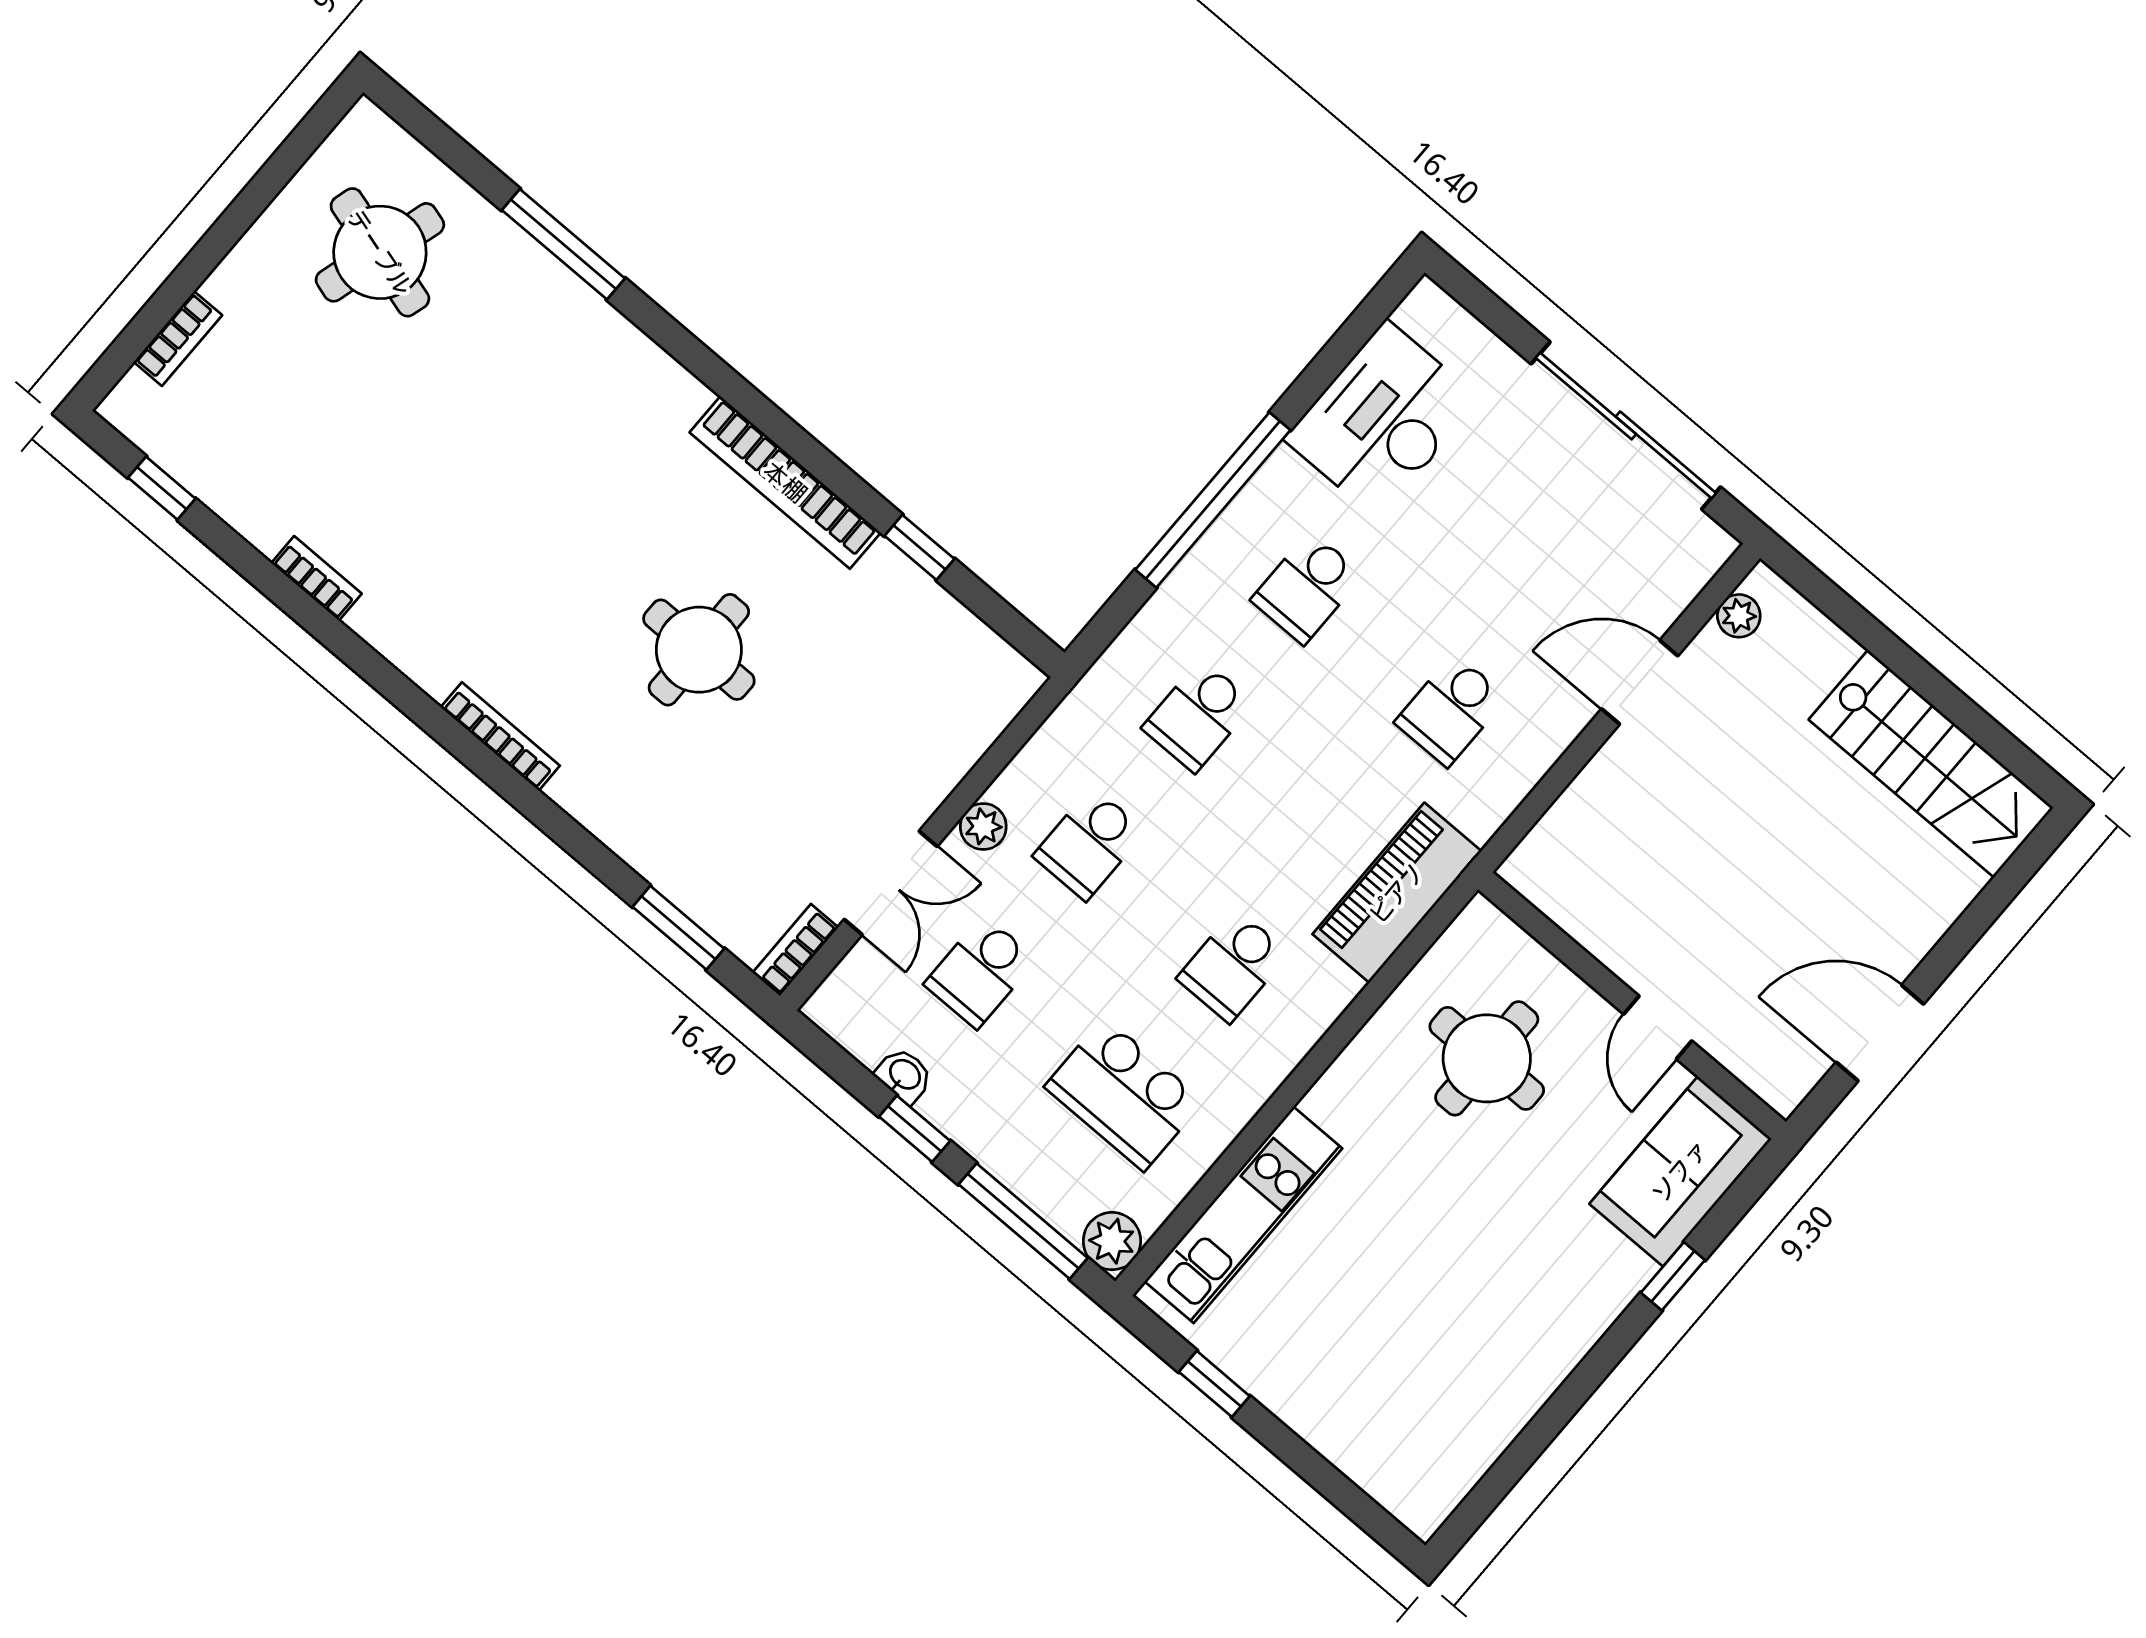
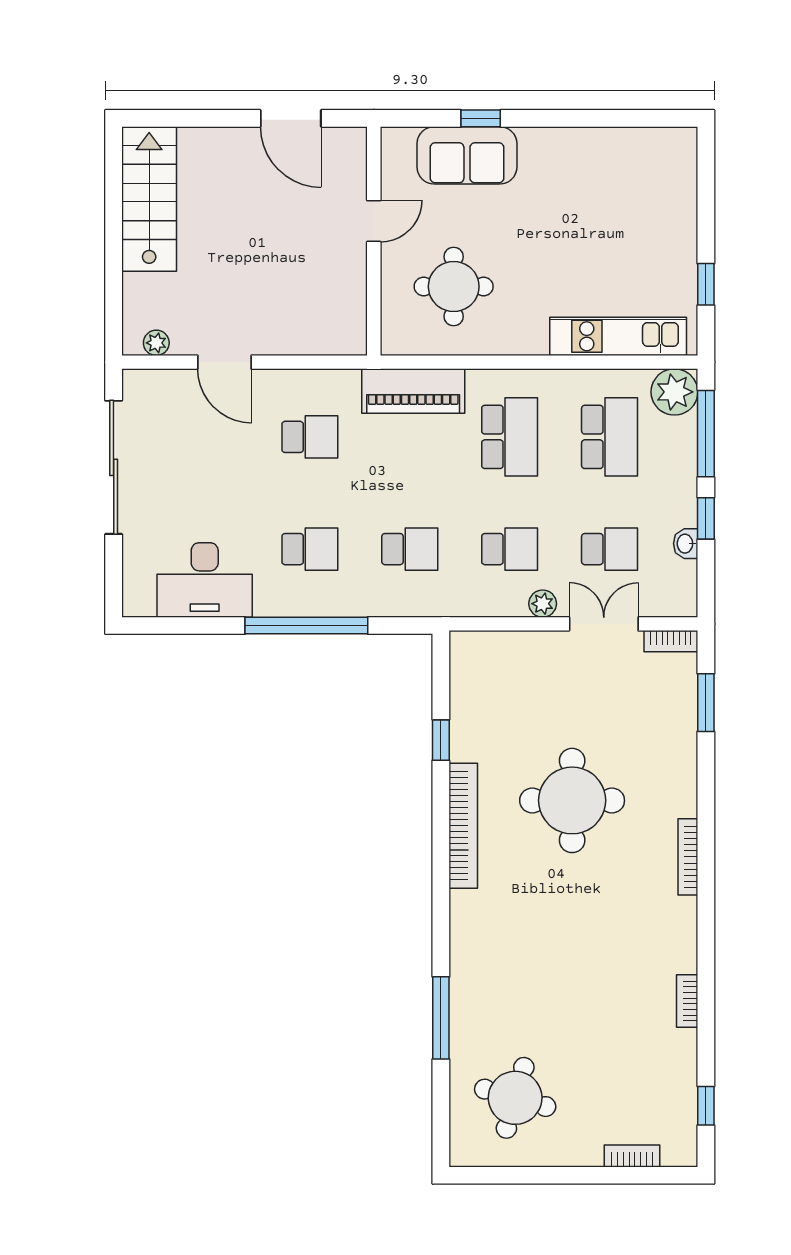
round table: (699, 650) -> (572, 800), width x1.36, depth x1.36
school desk: (1233, 966) -> (510, 437), width x1.85
sofa: (1680, 1171) -> (467, 155), moved
plant: (1112, 1241) -> (674, 392), width x1.36, depth x1.36

